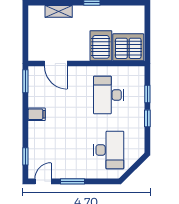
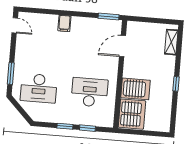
shelving: (59, 11) -> (171, 42), moved
filing cabinet: (37, 114) -> (64, 23), moved
window: (25, 156) -> (39, 11), removed
window: (72, 181) -> (11, 73), moved

